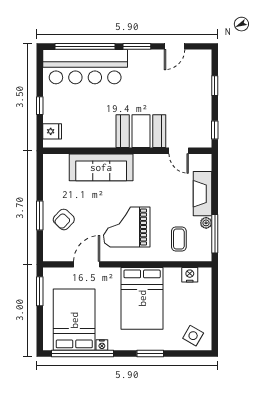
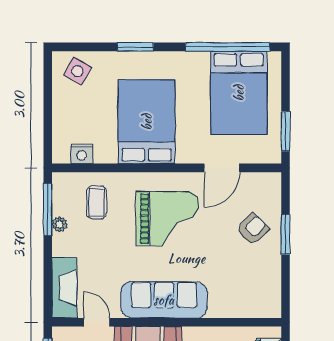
sofa: (101, 167) -> (164, 300), moved
fireplace: (203, 194) -> (64, 288), moved
nightstand: (102, 345) -> (201, 58), removed

